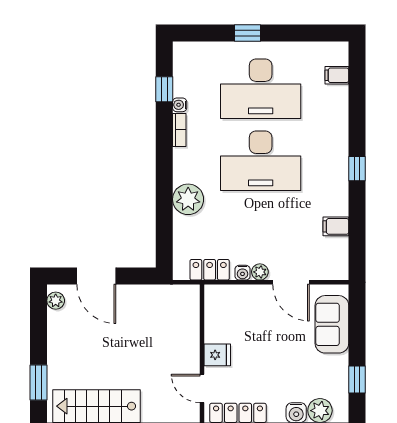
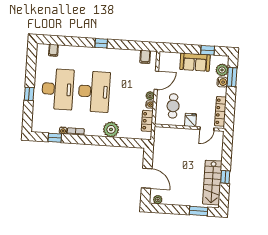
filing cabinet: (336, 226) -> (145, 57), moved
door: (96, 276) -> (147, 178), hinge flipped
cafe table: (243, 319) -> (173, 106), added
sofa: (332, 324) -> (195, 62), moved

